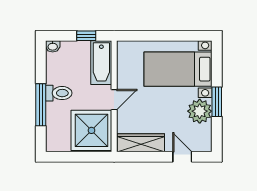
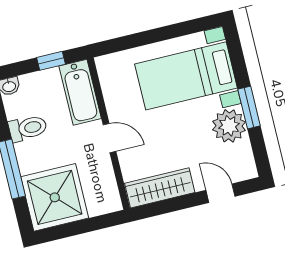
toilet: (59, 93) -> (28, 128), moved
door: (114, 100) -> (110, 138), hinge flipped
shower: (91, 130) -> (55, 197), moved

